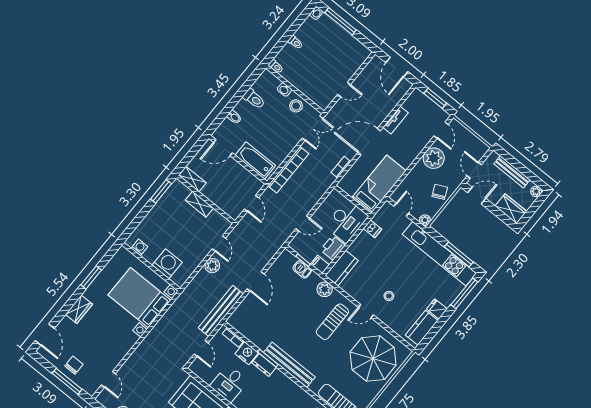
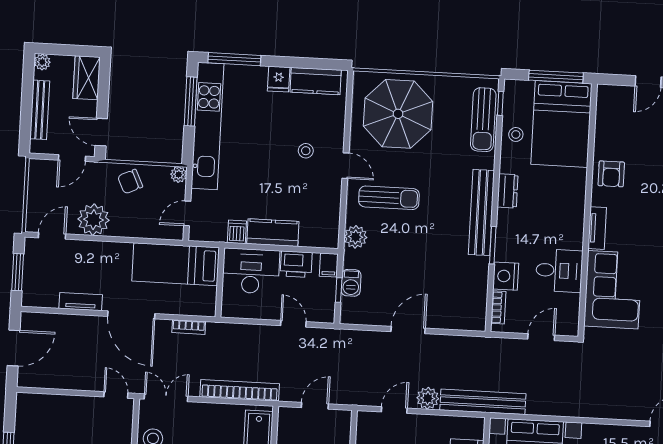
door: (344, 89) -> (116, 395), moved
kitchen counter: (342, 268) -> (273, 233), moved
bench: (221, 311) -> (483, 402), moved
dresser: (264, 365) -> (508, 191), moved

